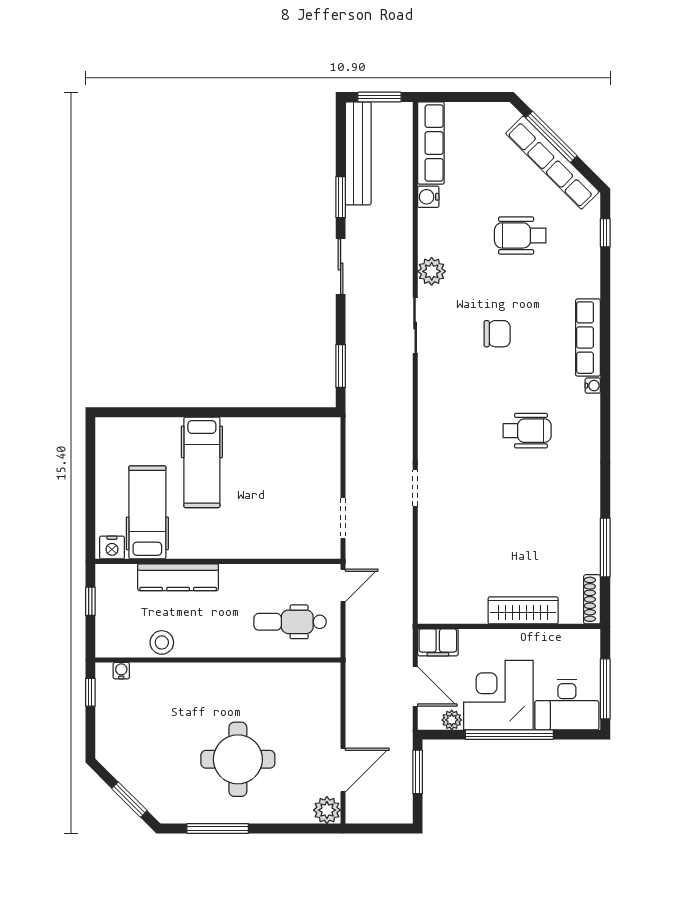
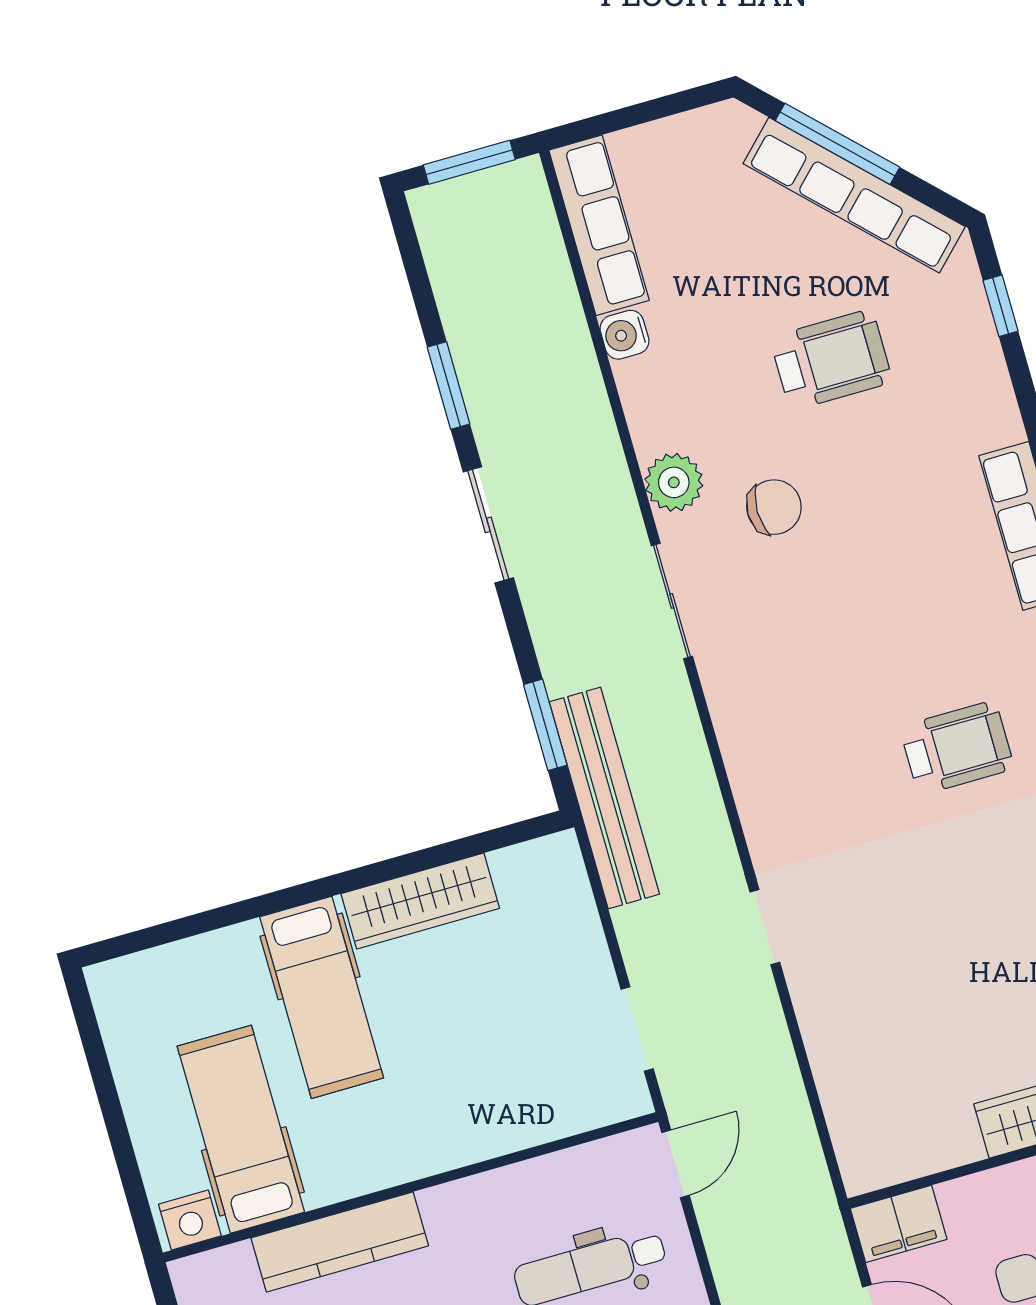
bench: (358, 153) -> (604, 798), moved
wheelchair: (520, 235) -> (831, 360), turned 180
chair: (497, 334) -> (774, 507), moved
wardrobe: (260, 431) -> (420, 901), added

